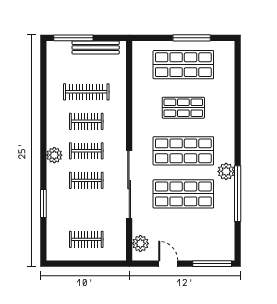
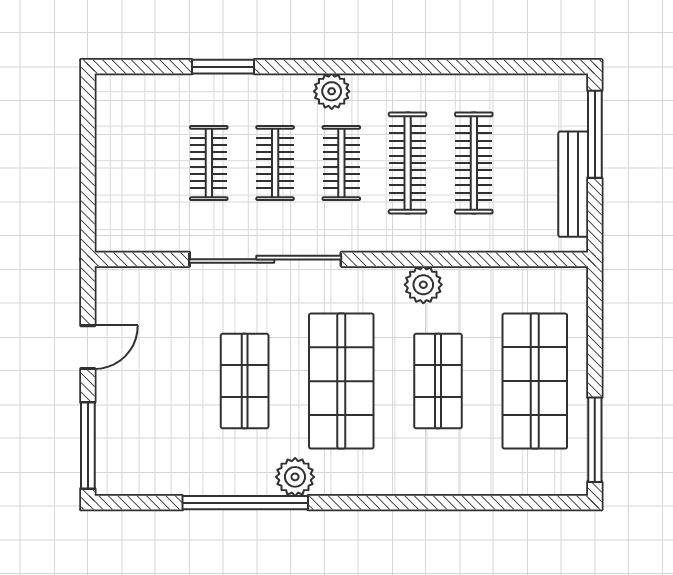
window: (192, 38) -> (595, 440), moved
clothes rail: (86, 121) -> (408, 163), width x1.36
shop shelf: (183, 194) -> (245, 381), width x0.70, depth x0.74
clothes rail: (86, 239) -> (209, 163), moved
plant: (140, 243) -> (423, 285), moved

